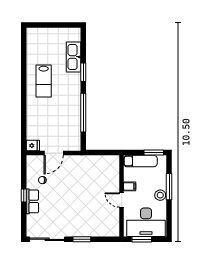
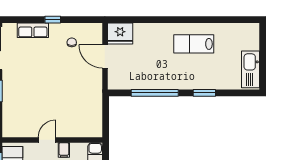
kitchen sink: (74, 57) -> (251, 69), moved, turned -90
fridge: (33, 146) -> (120, 33), width x1.88, depth x1.34
row of seats: (32, 201) -> (33, 30), moved

